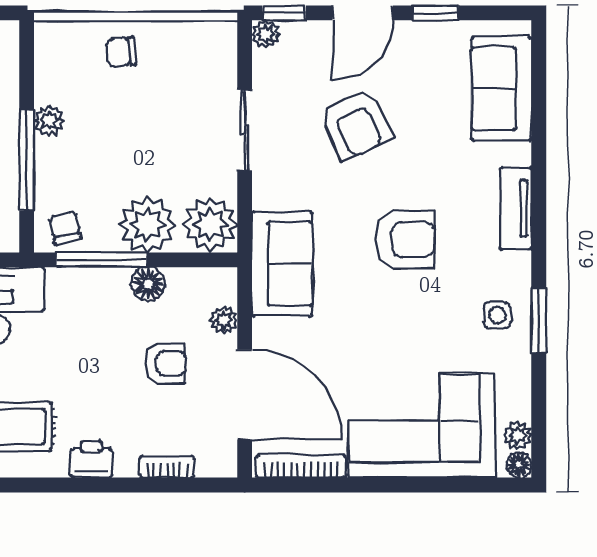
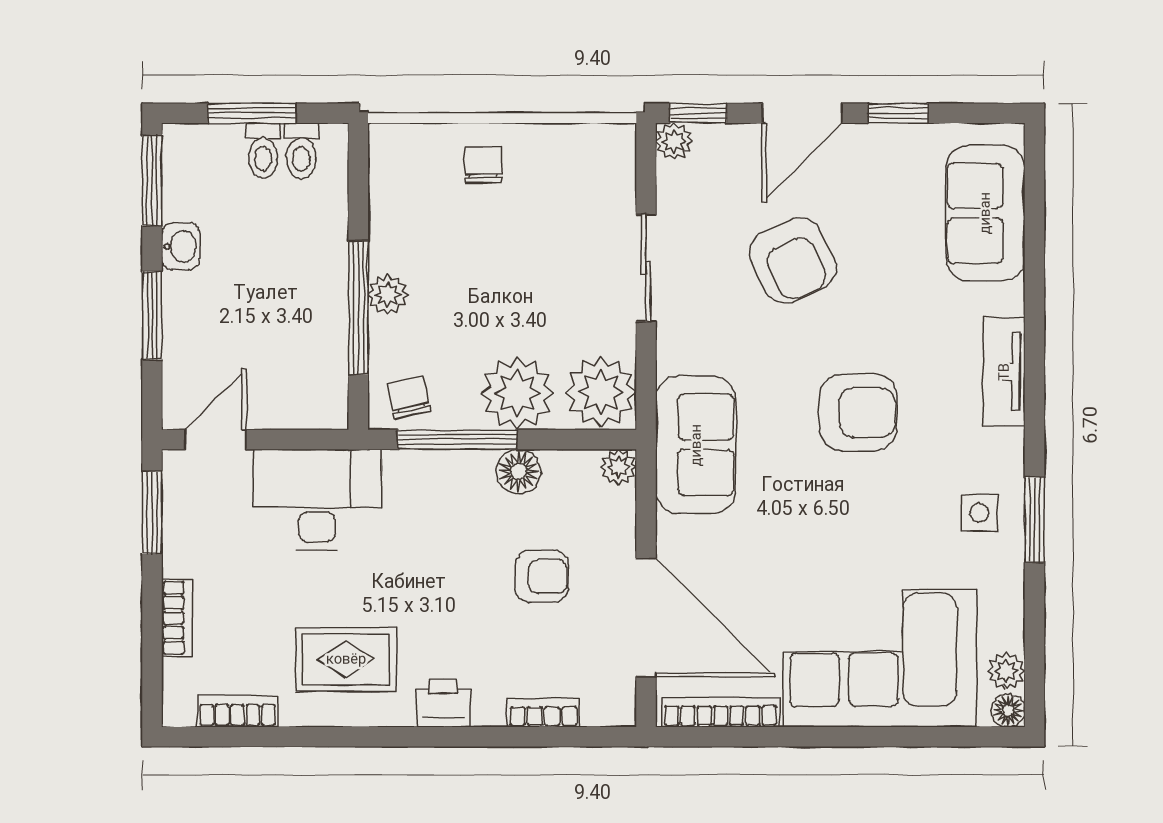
chair: (121, 52) -> (483, 165), turned 96
plant: (49, 121) -> (388, 295), moved
plant: (224, 320) -> (619, 467), moved

